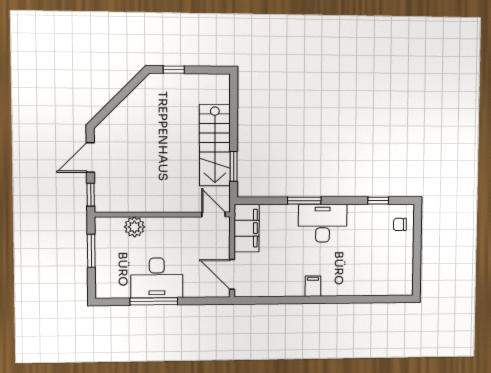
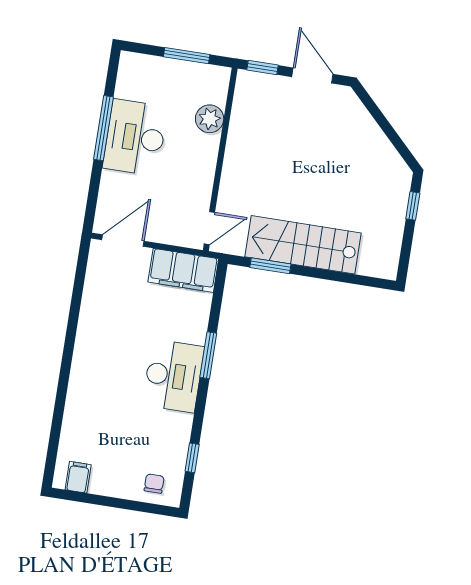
filing cabinet: (313, 286) -> (78, 477), moved, turned -90

